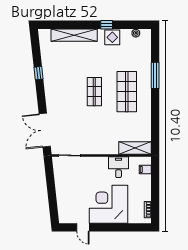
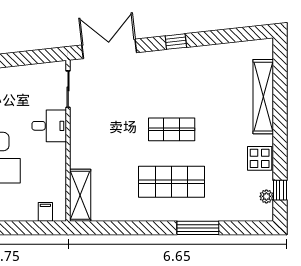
window: (107, 25) -> (280, 190), moved
window: (38, 73) -> (176, 42), moved
desk: (119, 167) -> (49, 126), moved

